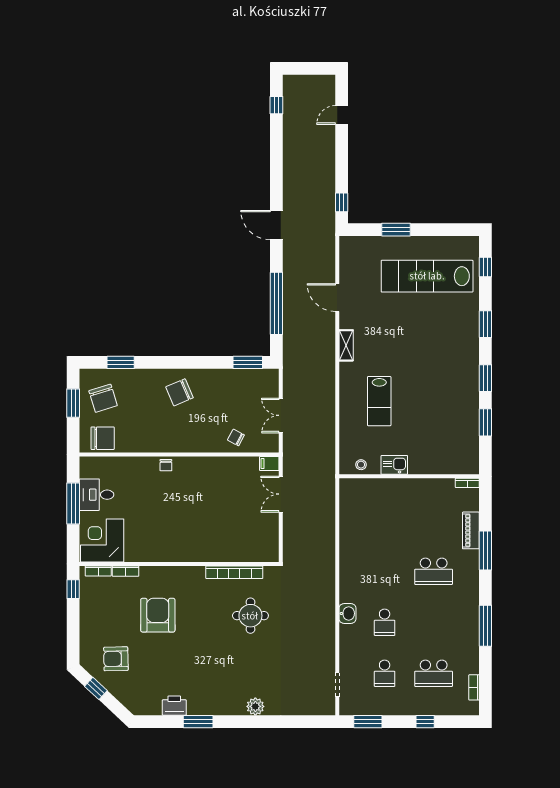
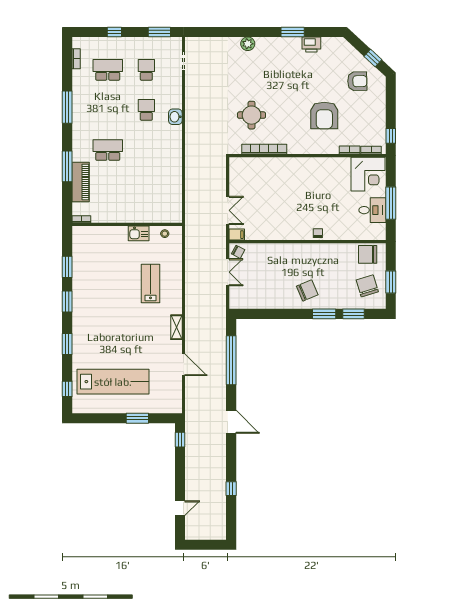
window: (276, 105) -> (231, 489), moved
window: (248, 362) -> (324, 314), moved
chair: (236, 437) -> (238, 252), moved
piano: (471, 530) -> (81, 182), width x1.37, depth x1.33

